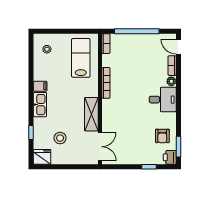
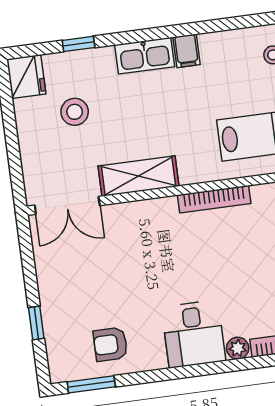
printer: (170, 157) -> (64, 368), removed

